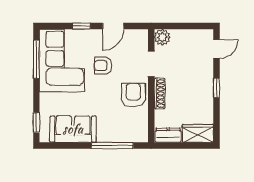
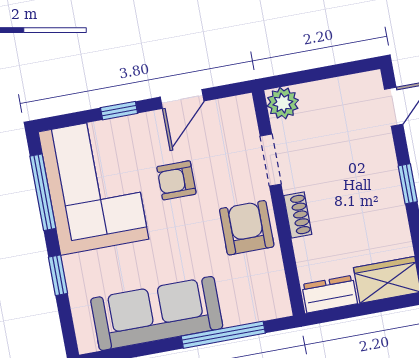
shoe rack: (160, 93) -> (298, 215), width x0.70
window: (36, 123) -> (58, 275), moved
sofa: (73, 129) -> (157, 313), width x1.36

